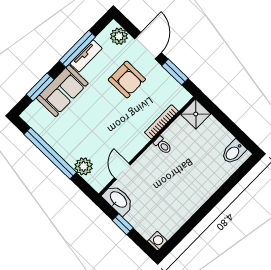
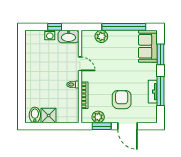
plant: (119, 36) -> (98, 117), moved
armchair: (127, 80) -> (122, 100), turned 90
sofa: (62, 91) -> (148, 46), moved
shower: (196, 114) -> (49, 116), moved
door: (122, 171) -> (80, 64), moved
washing machine: (157, 241) -> (50, 35), moved

